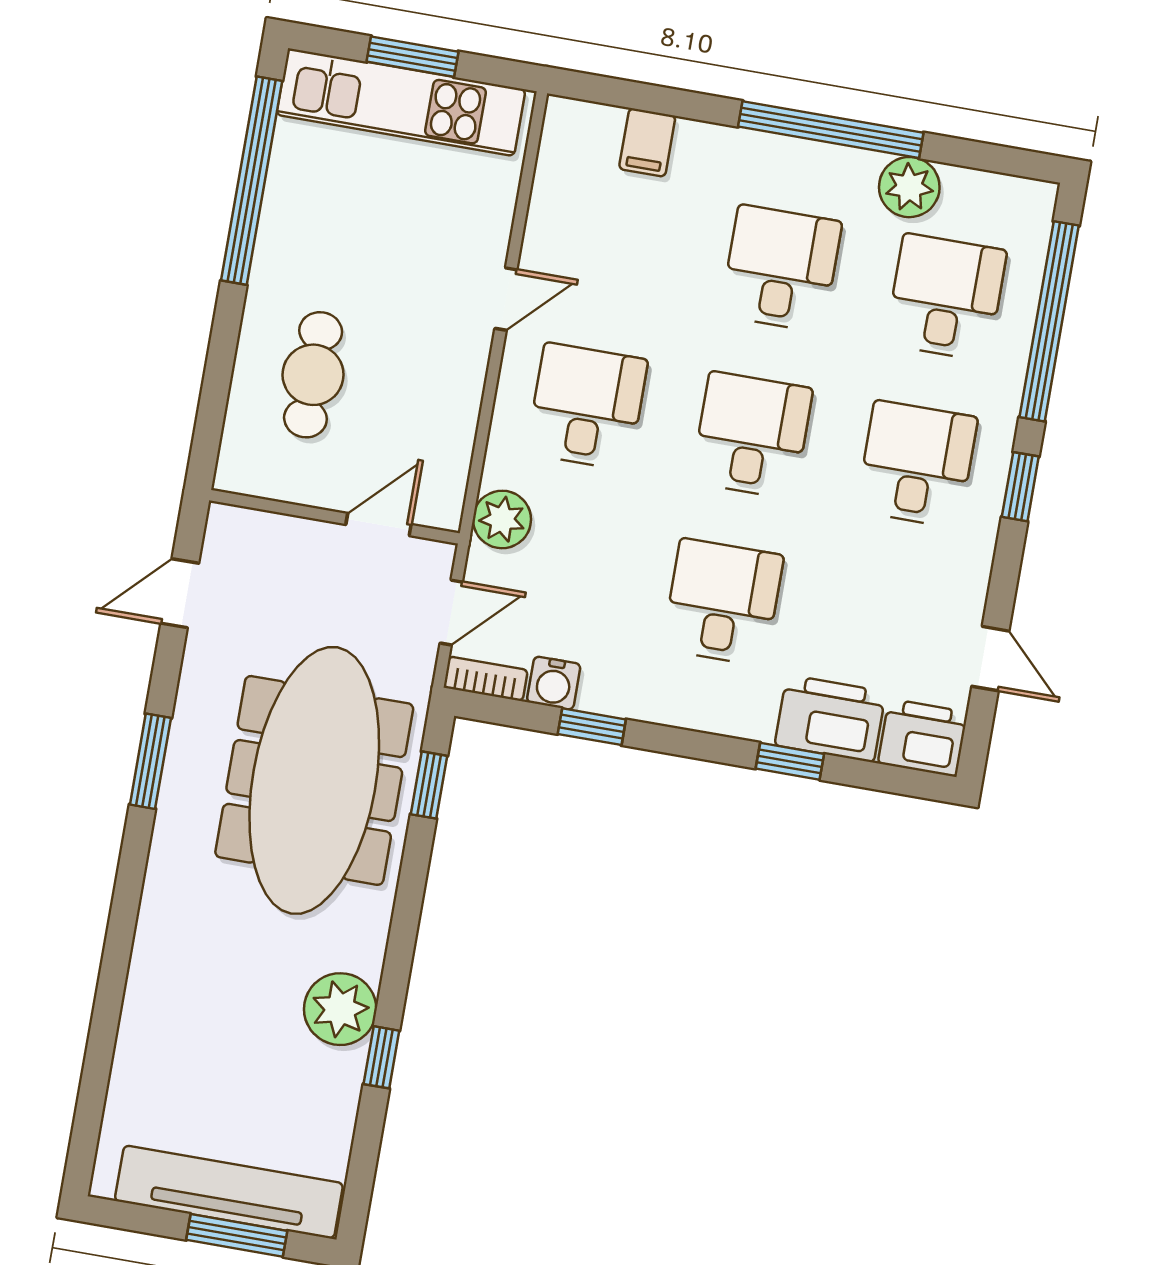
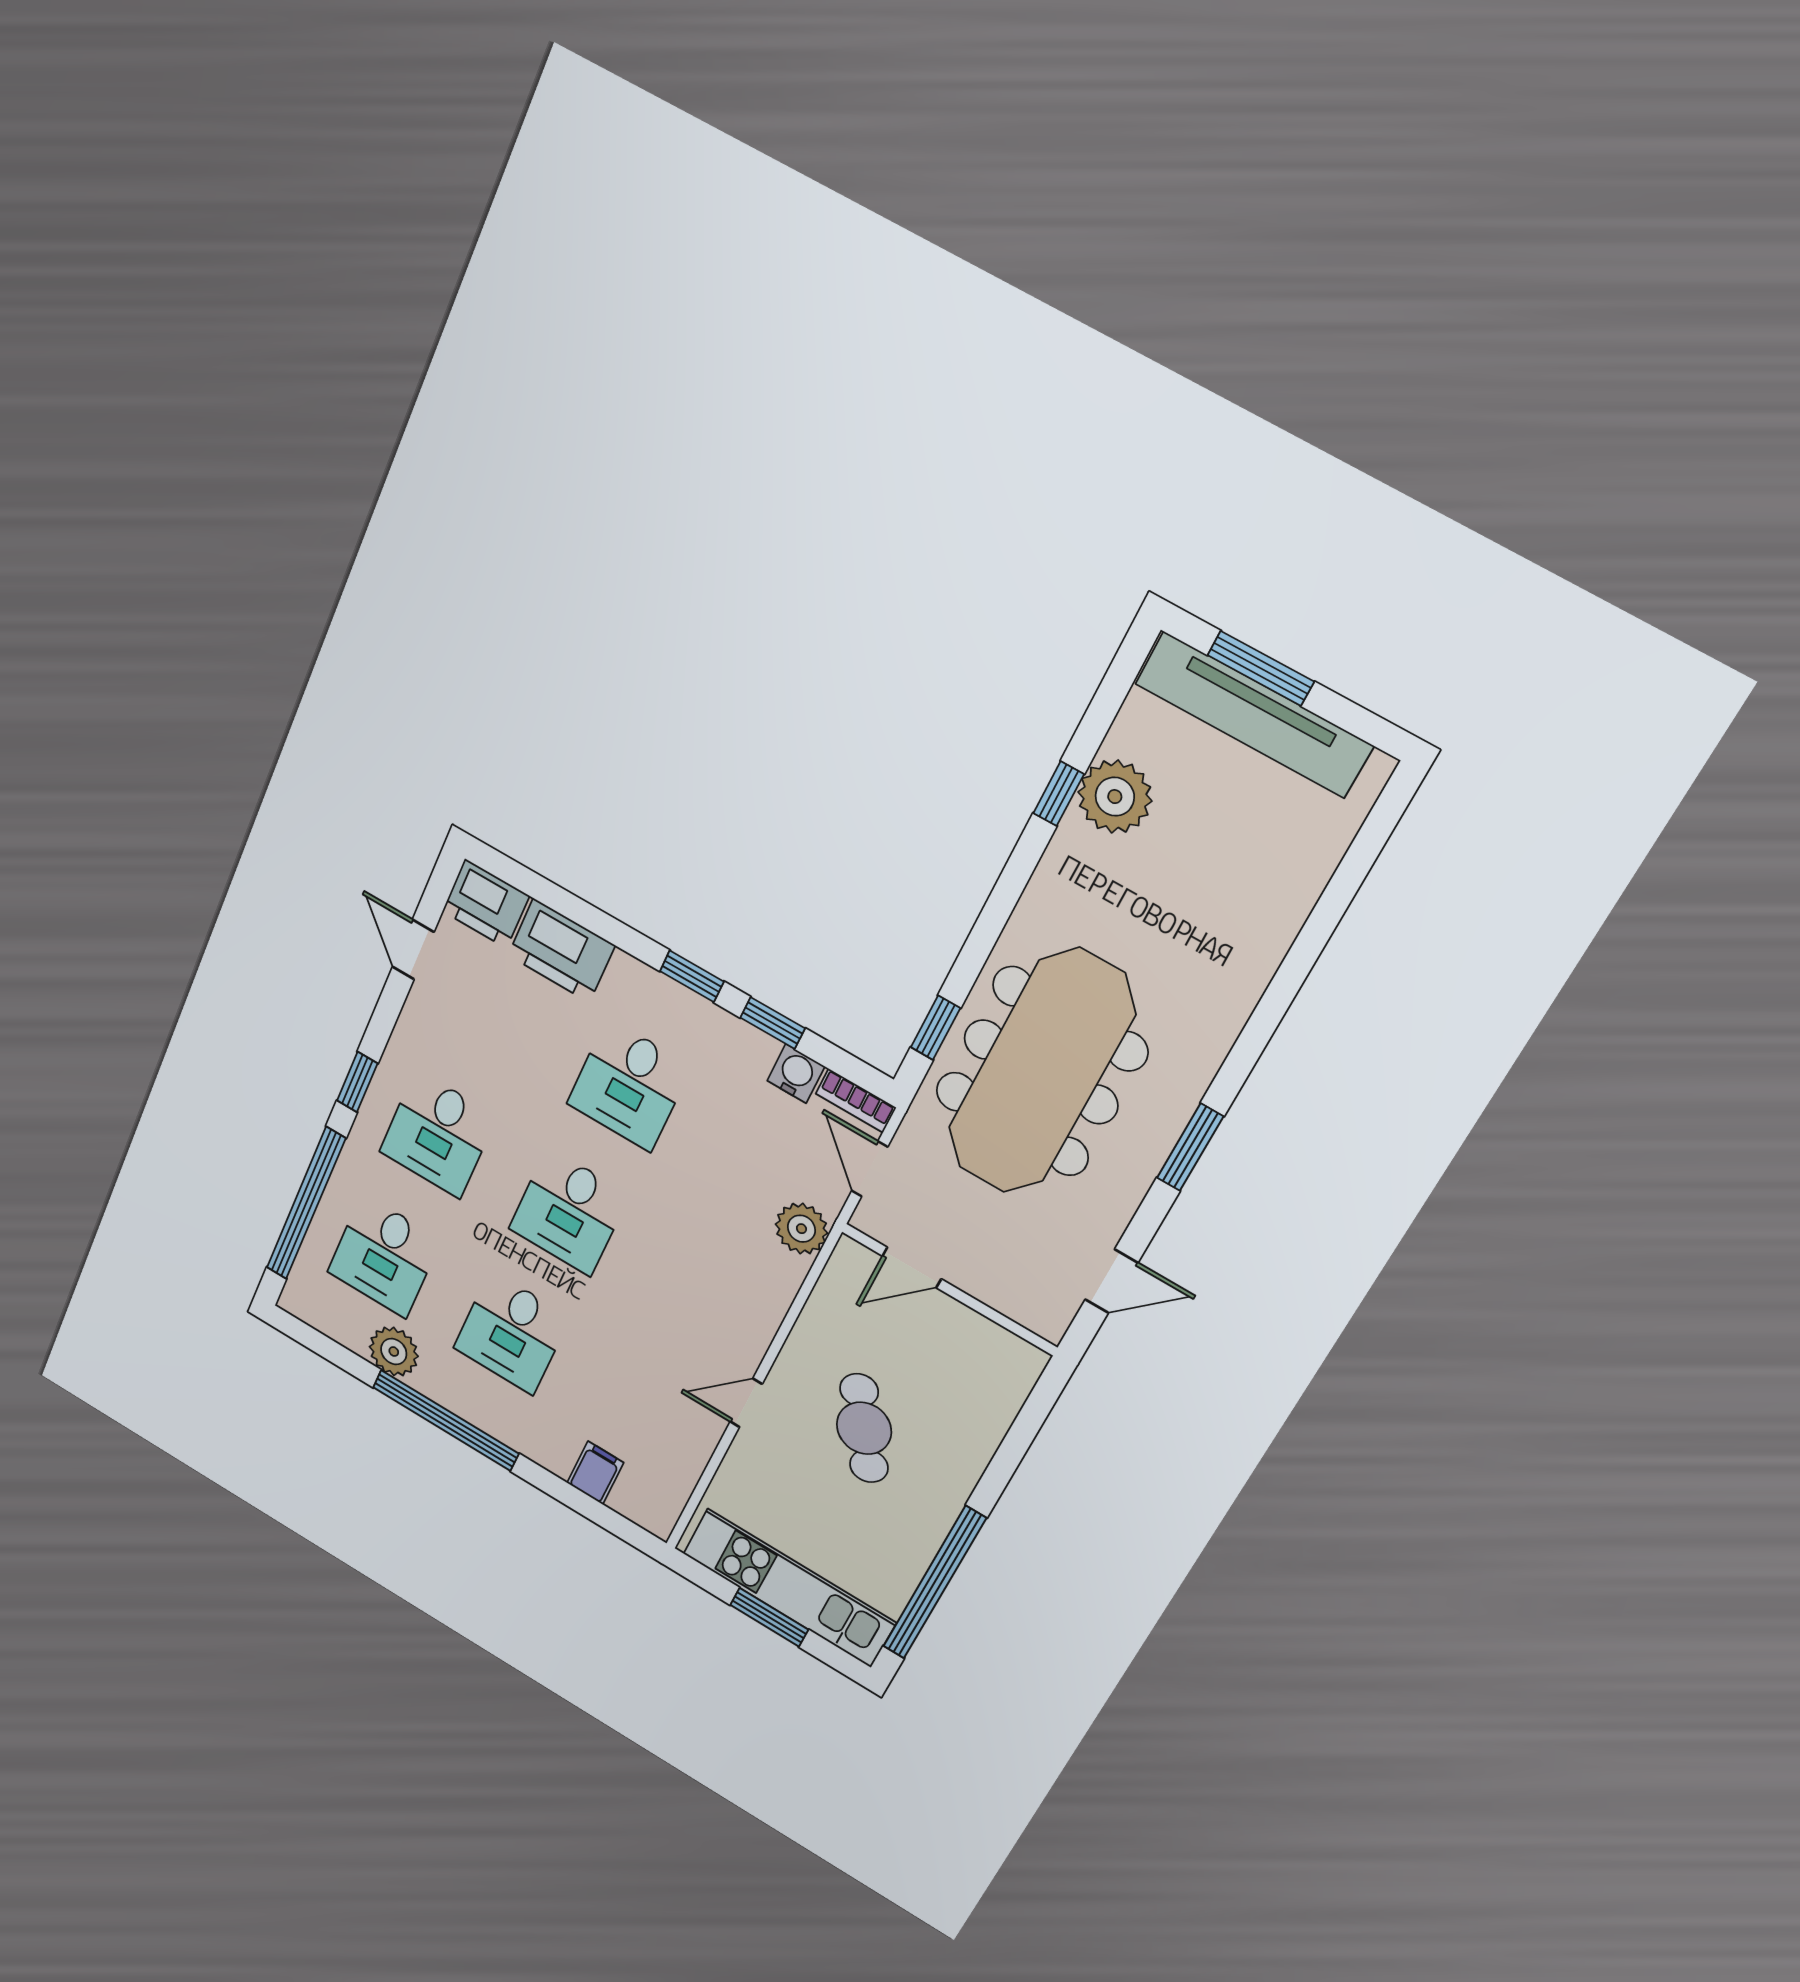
cafe table: (313, 375) -> (864, 1428), moved, turned -33
desk: (587, 406) -> (702, 1291), removed
door: (451, 612) -> (870, 1169), hinge flipped
window: (790, 761) -> (692, 976), moved
plant: (340, 1009) -> (1115, 797), moved

